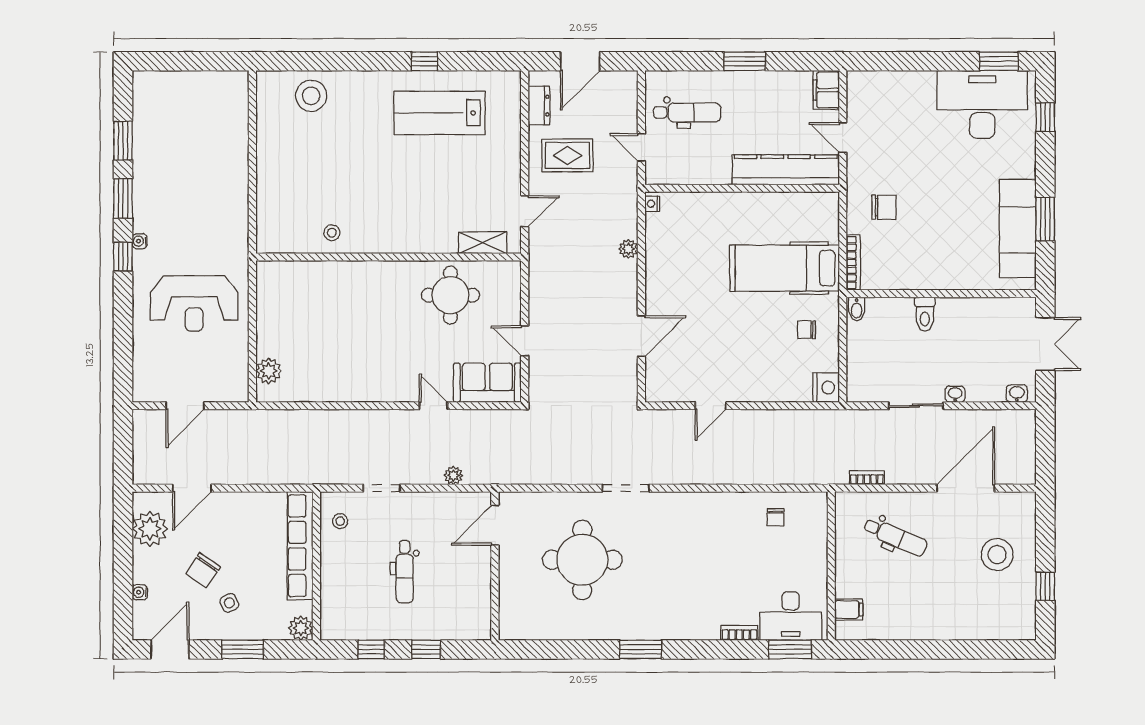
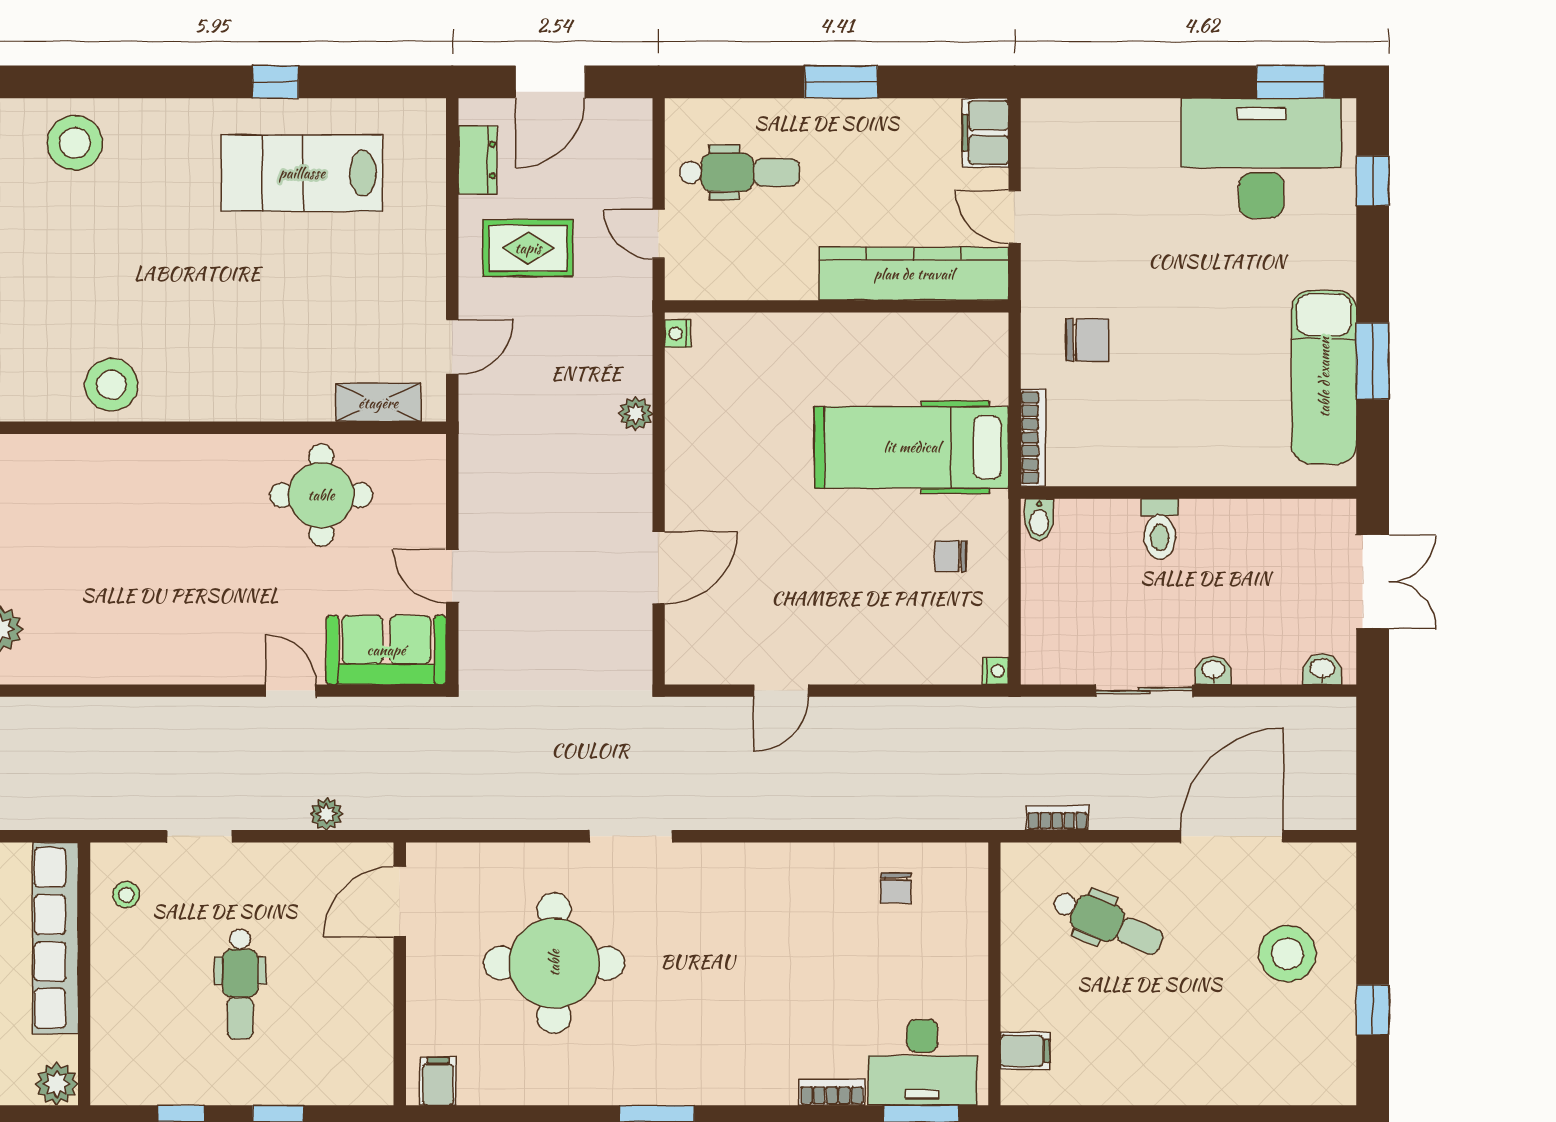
stool: (332, 233) -> (111, 385), width x1.89, depth x1.89
nightstand: (826, 388) -> (996, 671), width x0.53, depth x0.56
filing cabinet: (517, 627) -> (438, 1081), added

